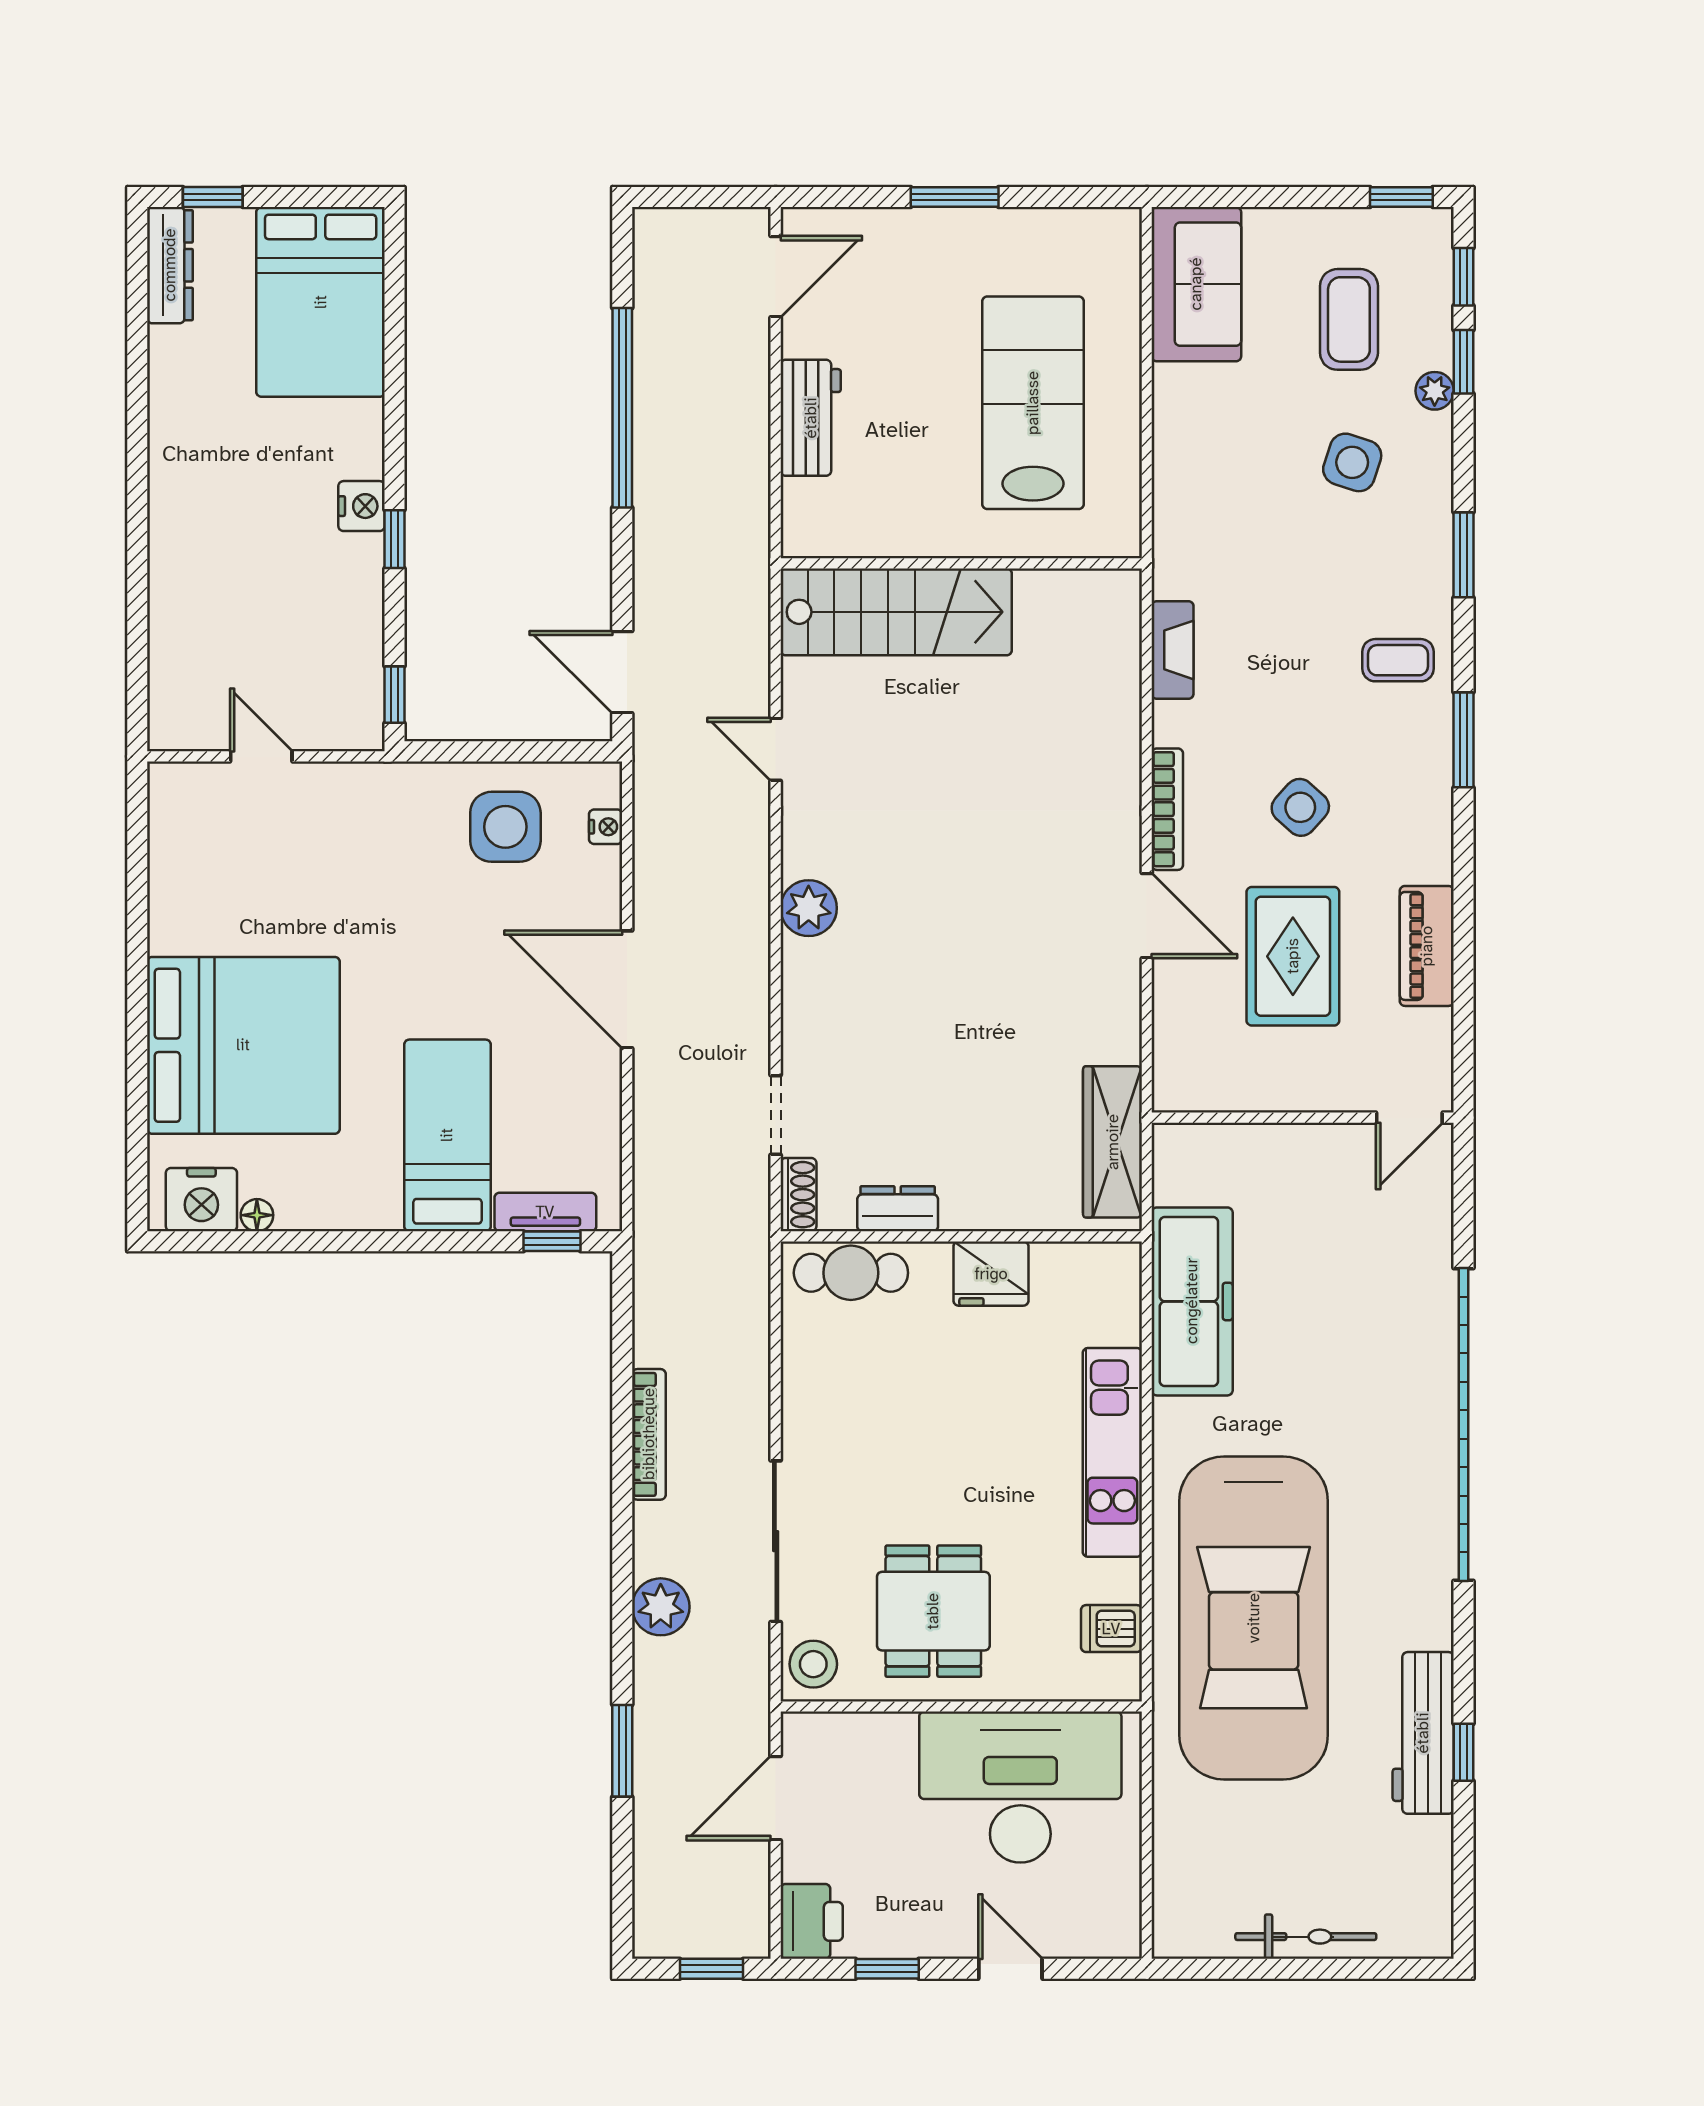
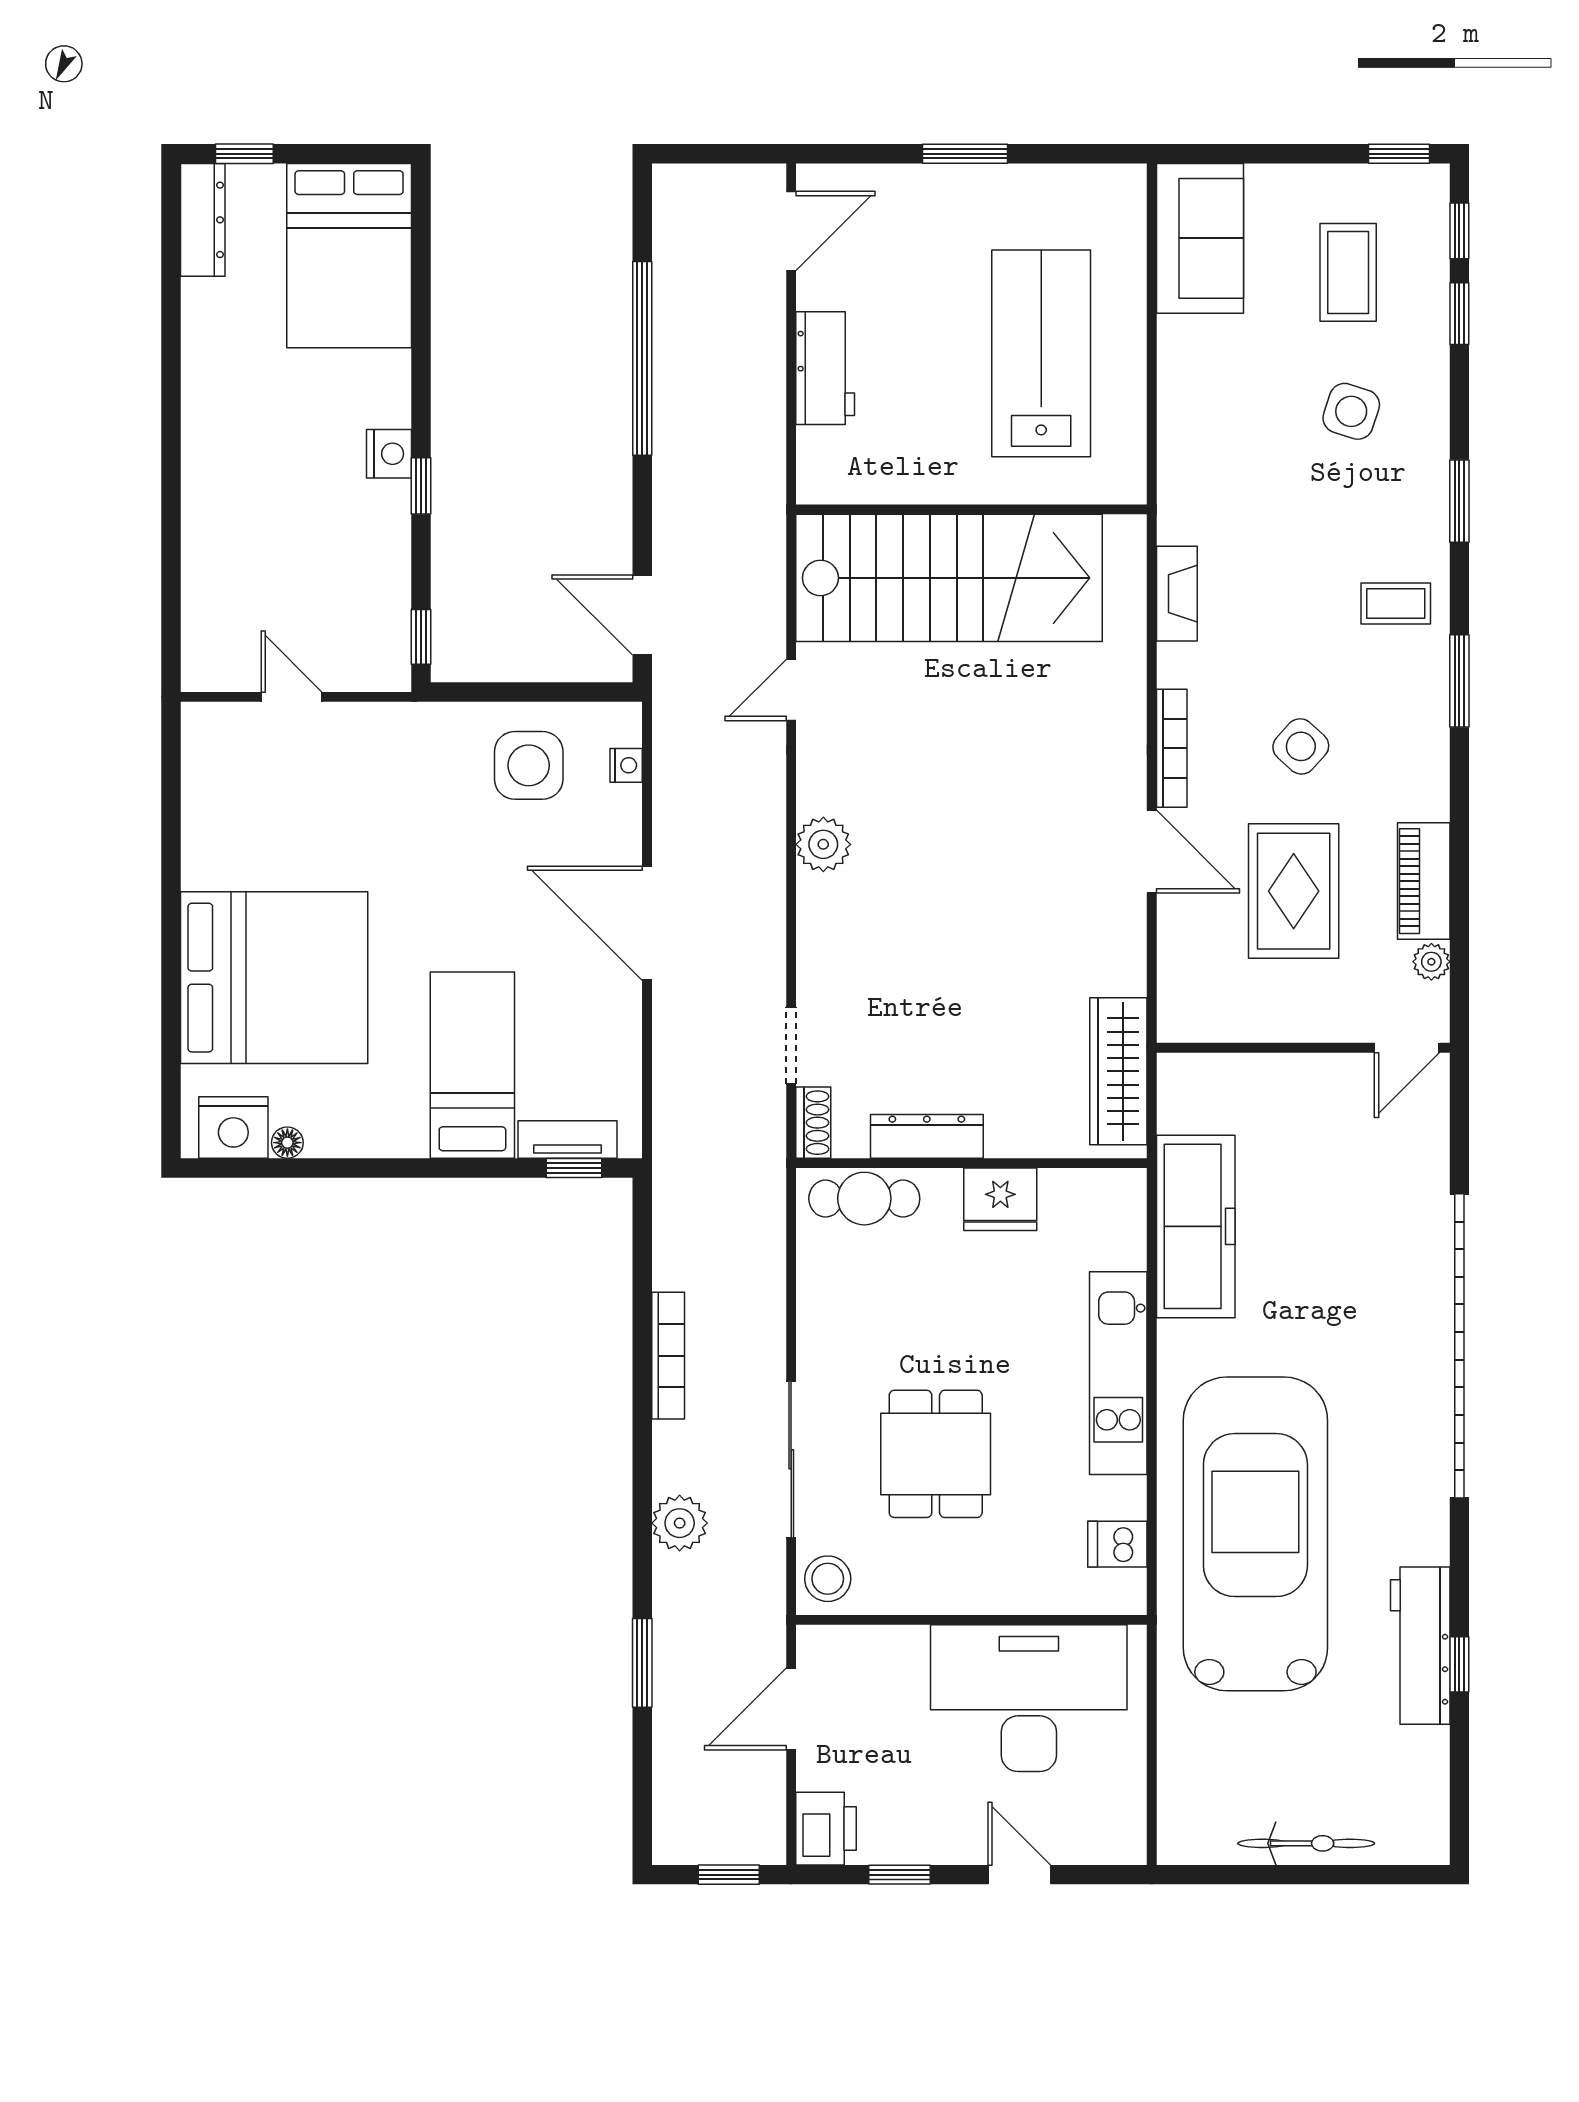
plant: (1435, 391) -> (1431, 962), moved
stairs: (896, 612) -> (949, 578), width x1.36, depth x1.51
door: (776, 749) -> (791, 690), hinge flipped
dresser: (898, 1209) -> (927, 1136), width x1.44
dining table: (933, 1611) -> (936, 1454), moved
car: (1254, 1618) -> (1255, 1534), turned 180

